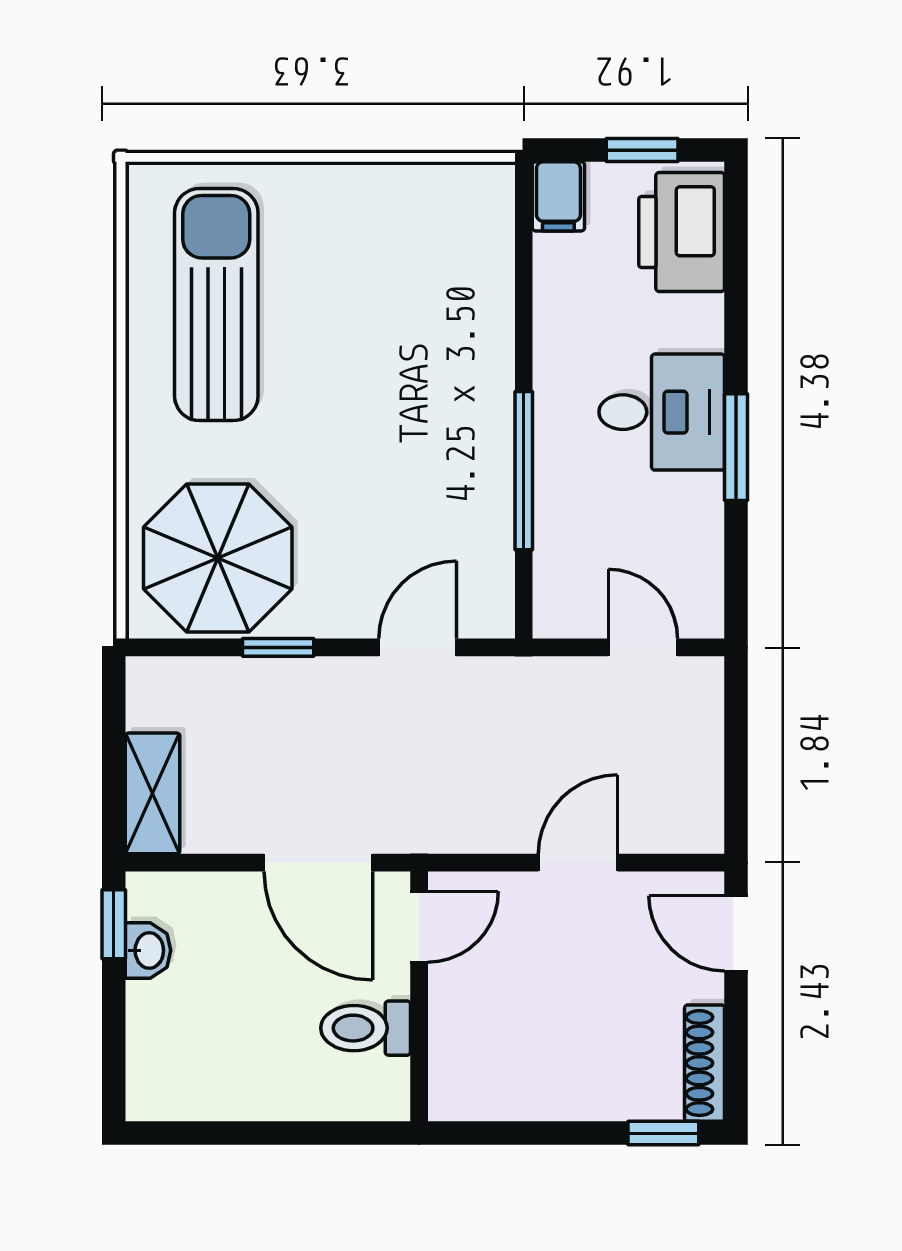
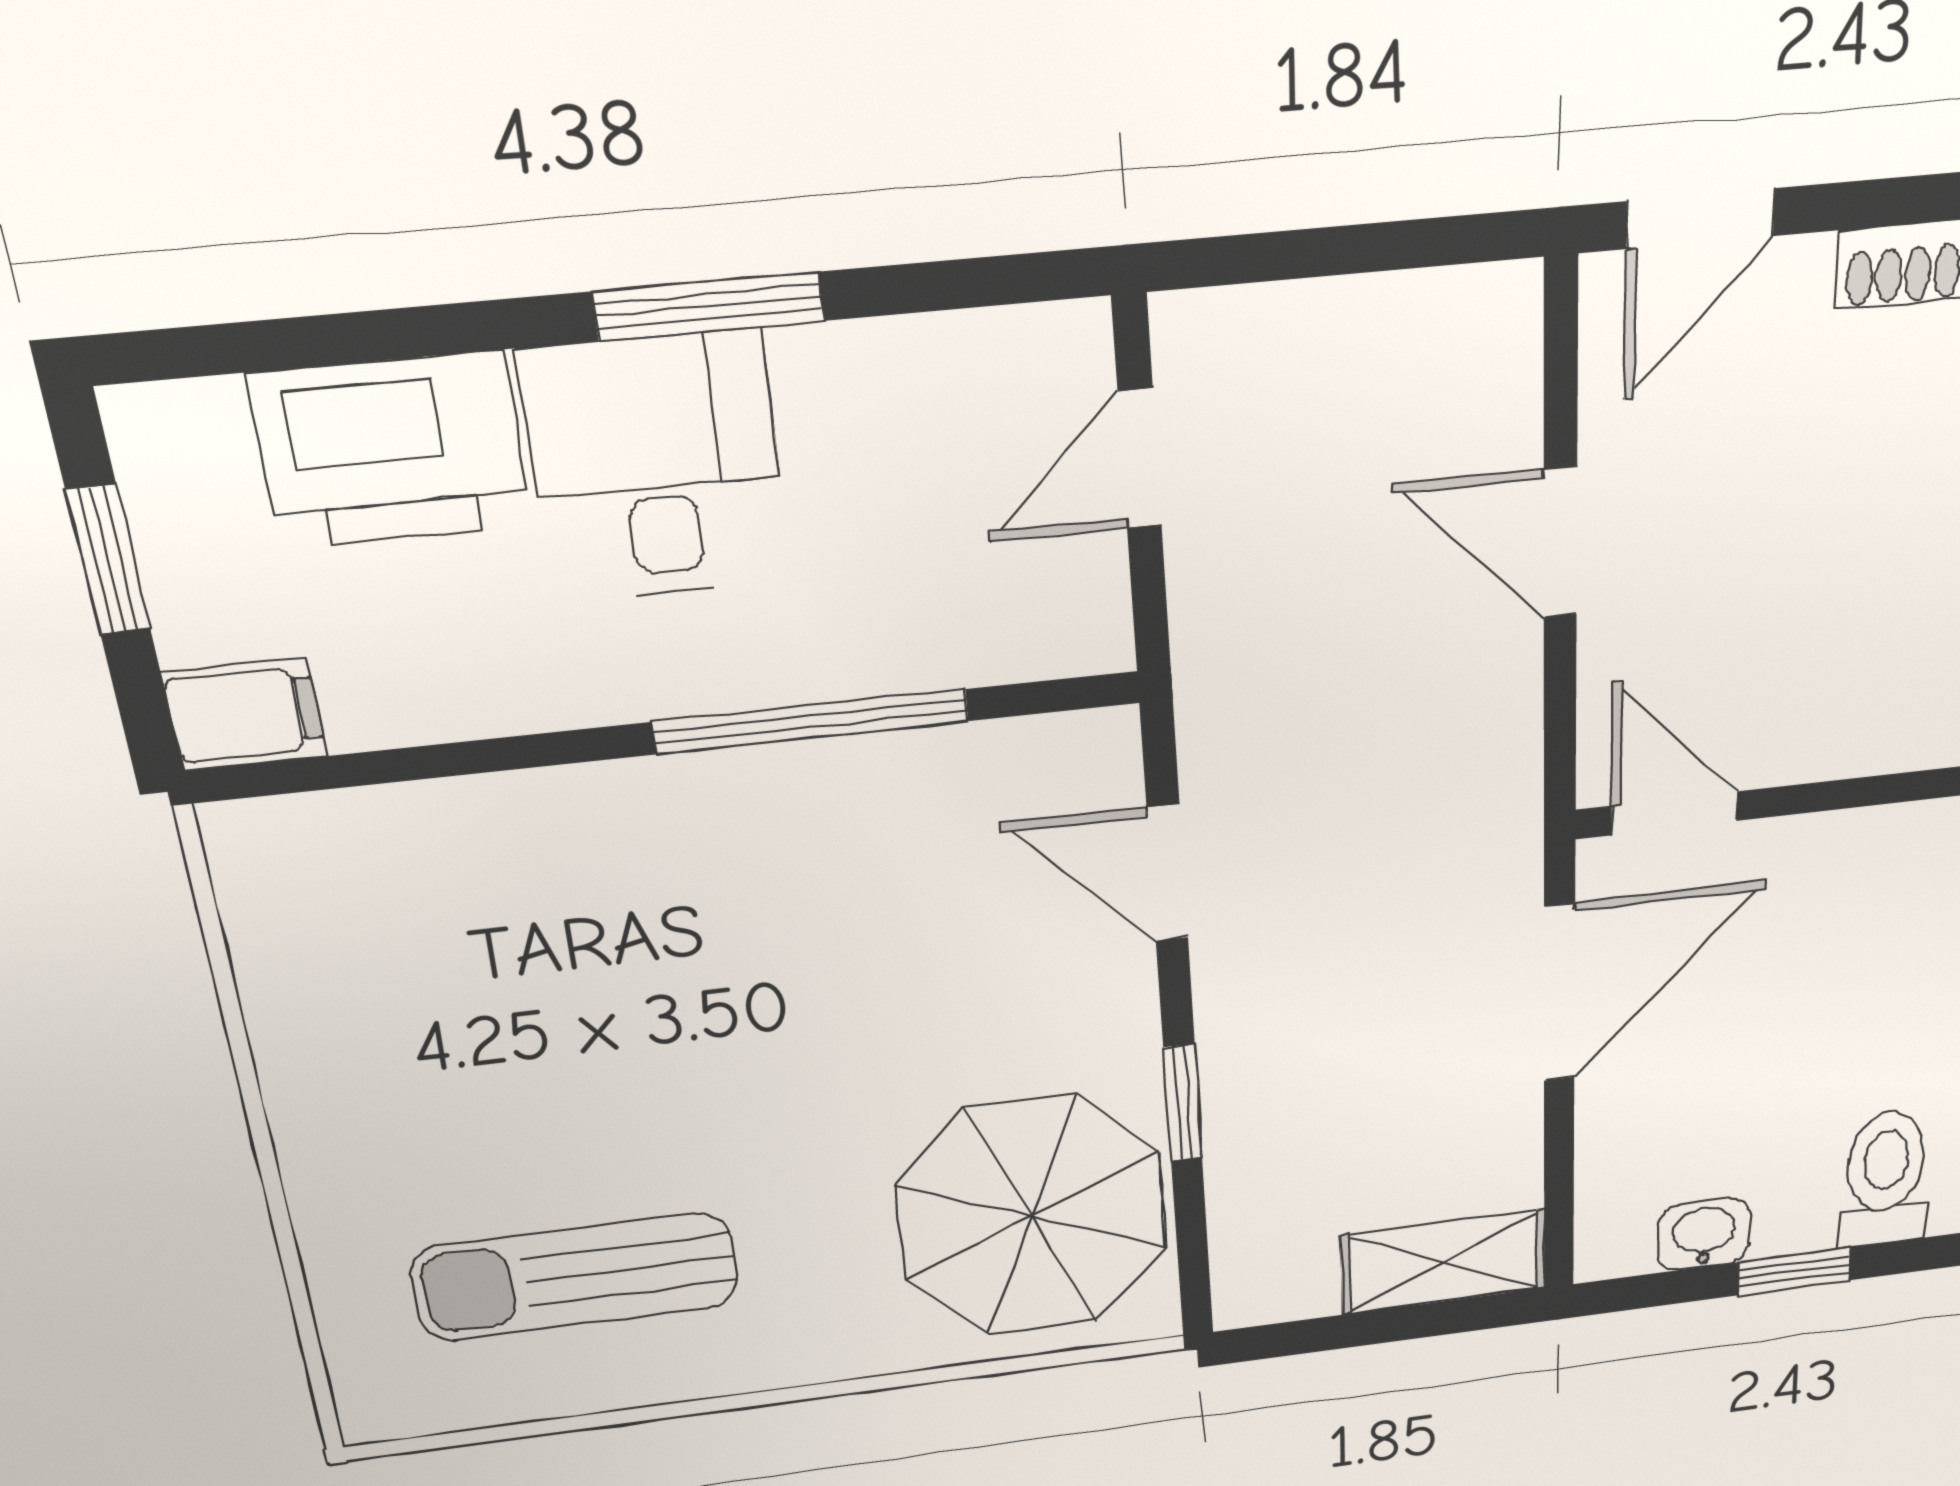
printer: (682, 232) -> (391, 451), moved
sun lounger: (216, 305) -> (575, 1277), width x0.73, depth x0.75
window: (114, 924) -> (1794, 1271), moved
toilet: (366, 1028) -> (1885, 1178), moved, turned 180

